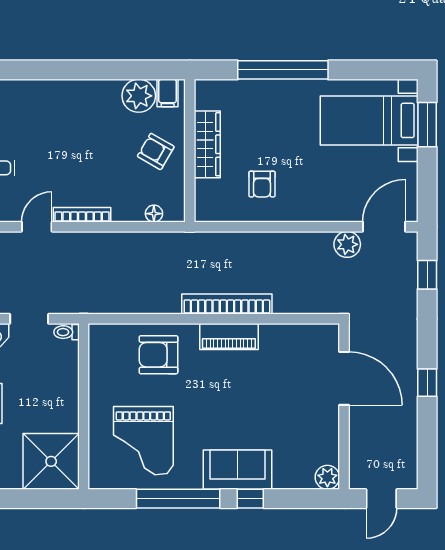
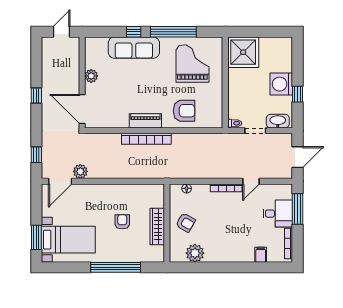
filing cabinet: (168, 93) -> (261, 255), moved
armchair: (262, 184) -> (122, 222), moved
door: (344, 378) -> (82, 109), moved
sofa: (238, 470) -> (134, 48), width x1.36
plant: (327, 477) -> (91, 76), moved

